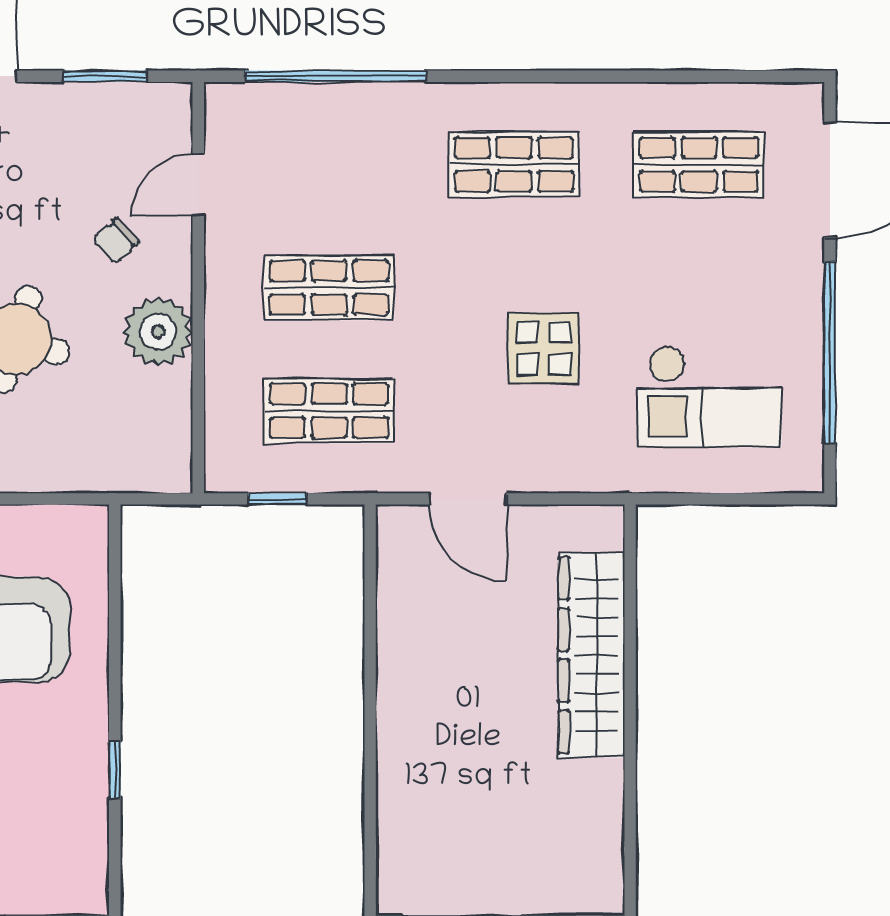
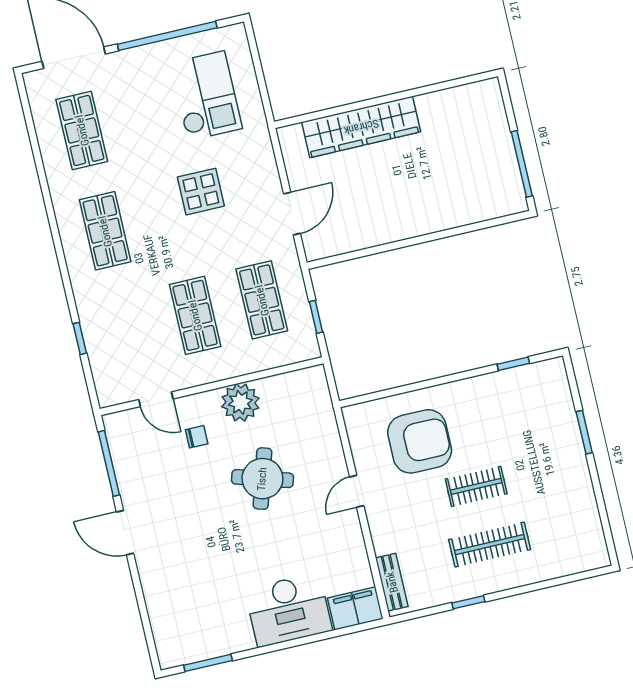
window: (105, 76) -> (109, 463), width x1.44
window: (336, 76) -> (80, 338), width x0.32
chair: (116, 241) -> (197, 437), turned -47
window: (115, 769) -> (513, 364), moved

